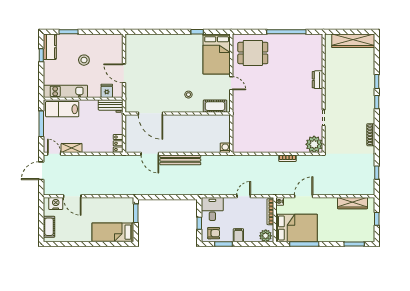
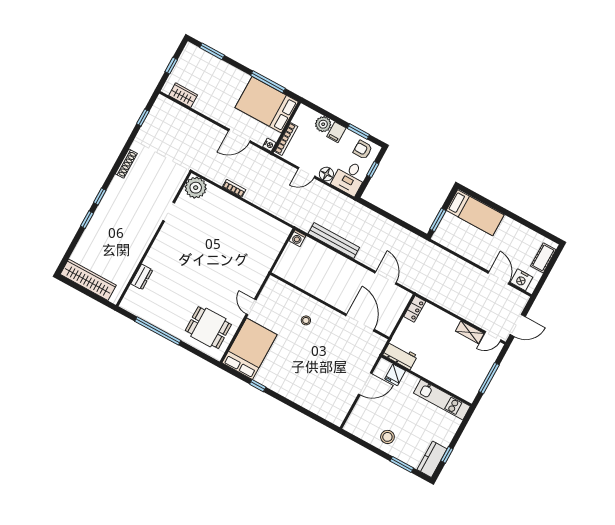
stool: (84, 60) -> (387, 437), moved
door: (124, 73) -> (365, 384), hinge flipped
dresser: (317, 80) -> (142, 277), moved
cot: (215, 106) -> (283, 291), removed
lab bench: (62, 109) -> (456, 382), removed
door: (54, 154) -> (493, 336), hinge flipped
bench: (180, 160) -> (334, 241), moved
floor lamp: (229, 203) -> (326, 174), added
wardrobe: (352, 203) -> (183, 95), width x0.67
plant: (266, 236) -> (323, 124), moved

